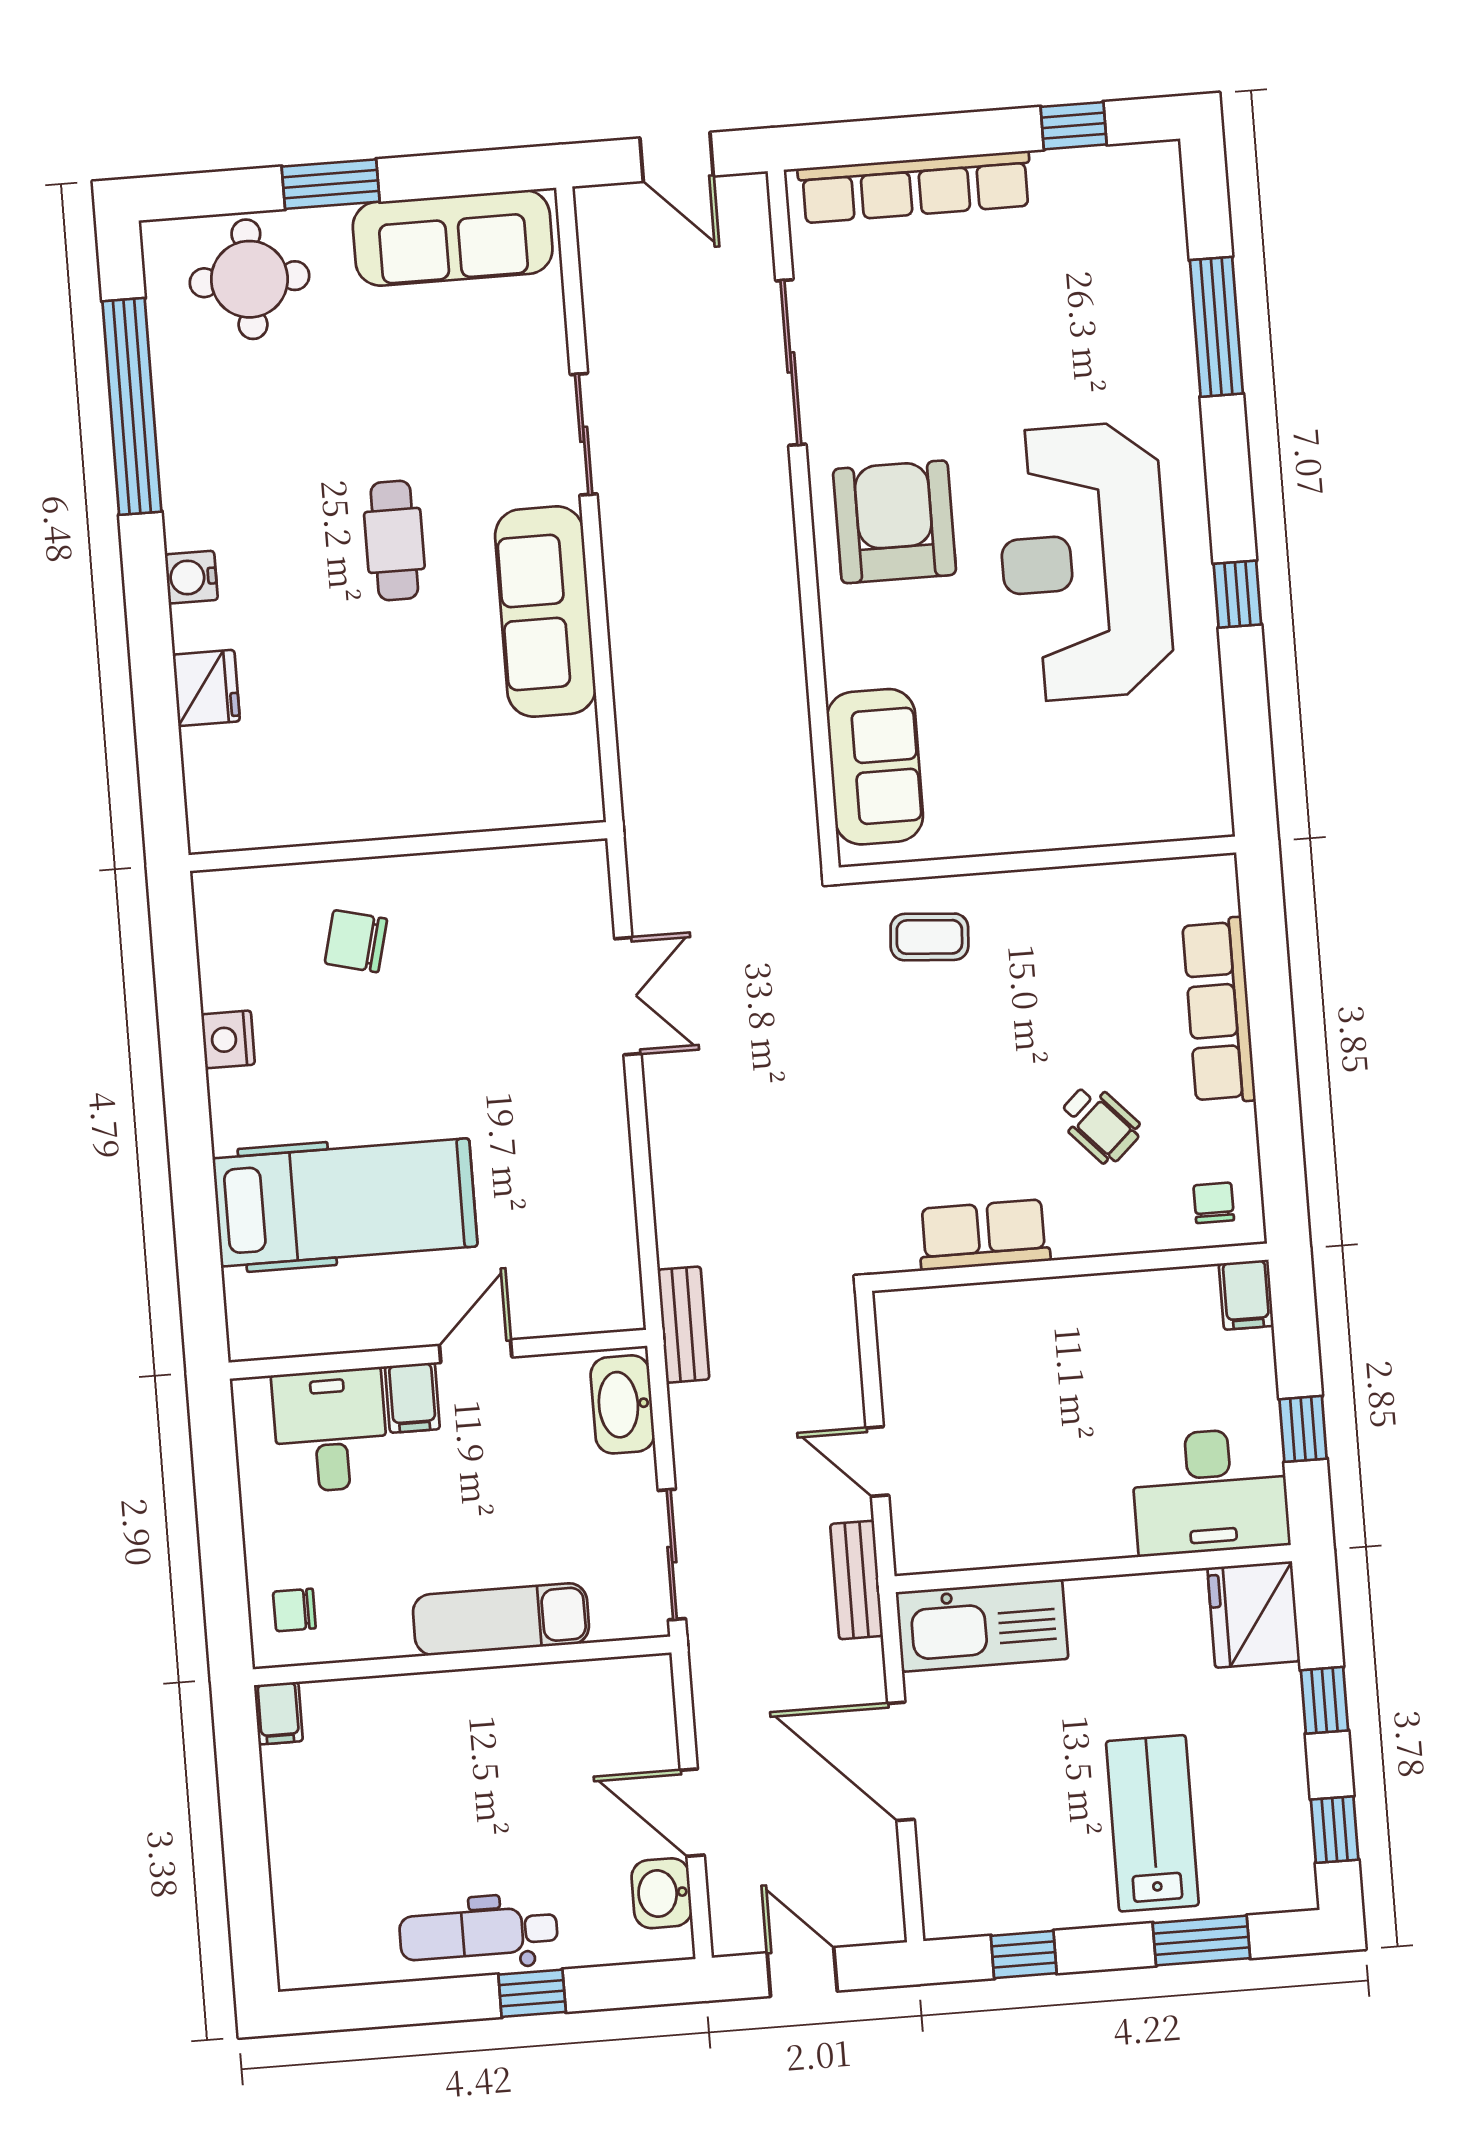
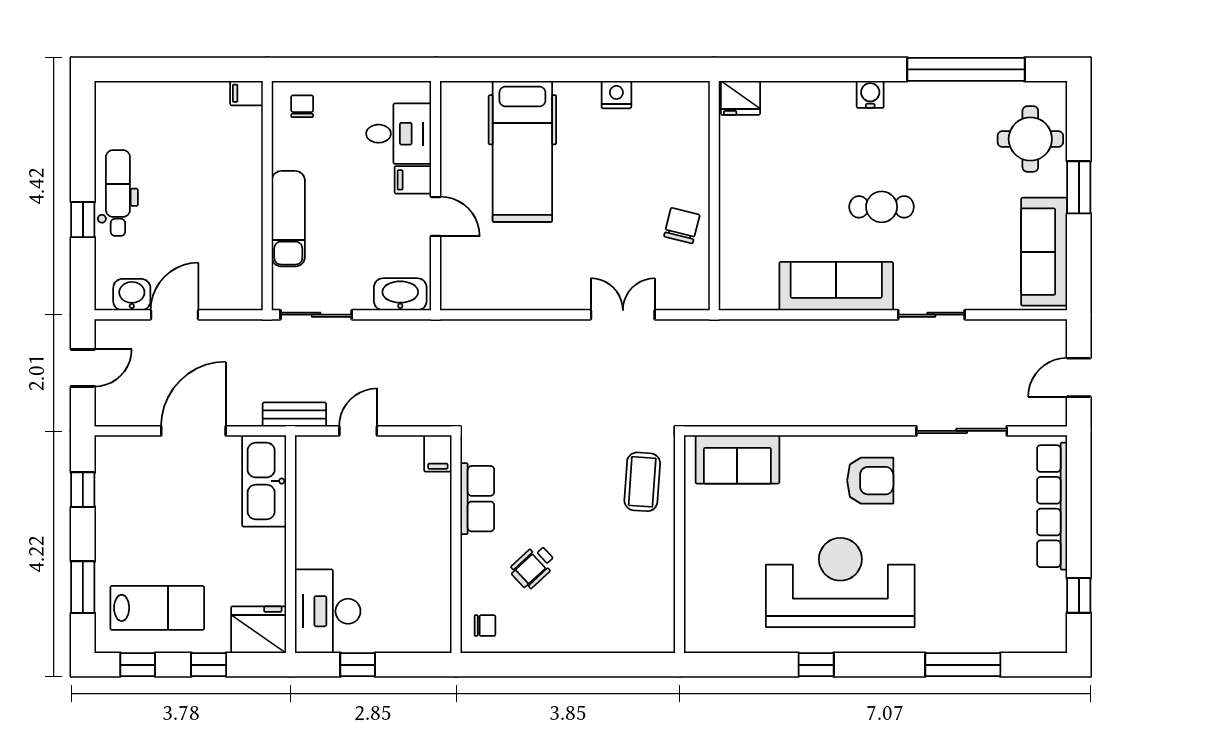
armchair: (895, 522) -> (870, 481), width x0.73, depth x0.73
fridge: (206, 688) -> (740, 98), moved
coffee table: (929, 937) -> (642, 482), width x1.36, depth x1.30
chair: (356, 941) -> (682, 226), moved
double door: (628, 996) -> (623, 315), swing flipped
row of seats: (1219, 1011) -> (589, 637), removed
filing cabinet: (1246, 1295) -> (438, 453), moved, turned -90
bench: (683, 1325) -> (441, 331), removed
lab bench: (1152, 1823) -> (157, 608), moved

